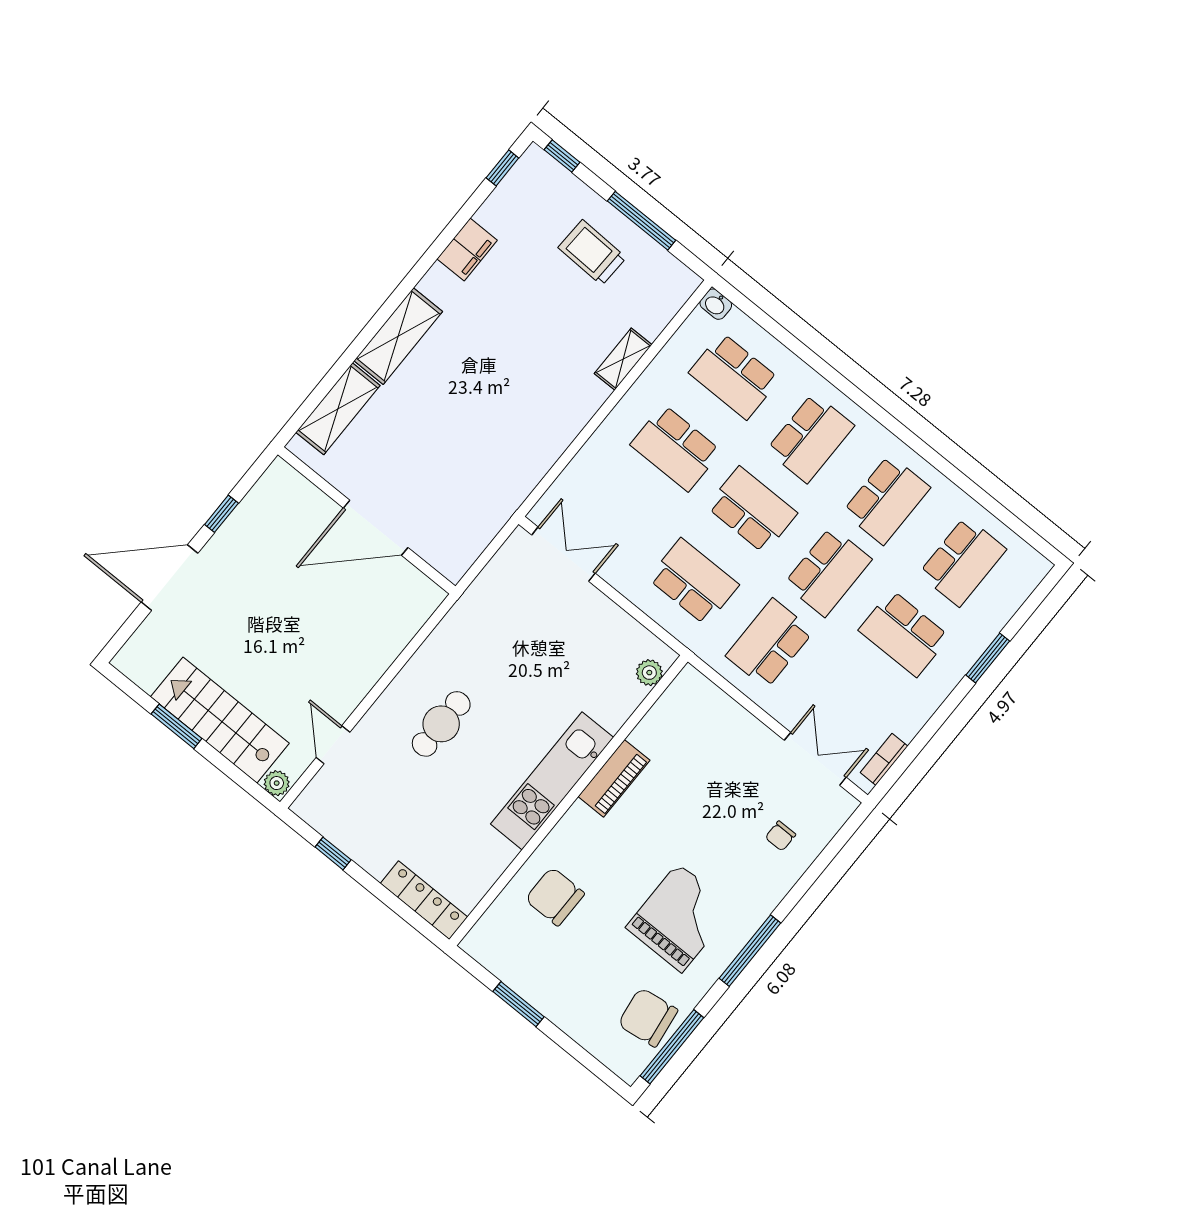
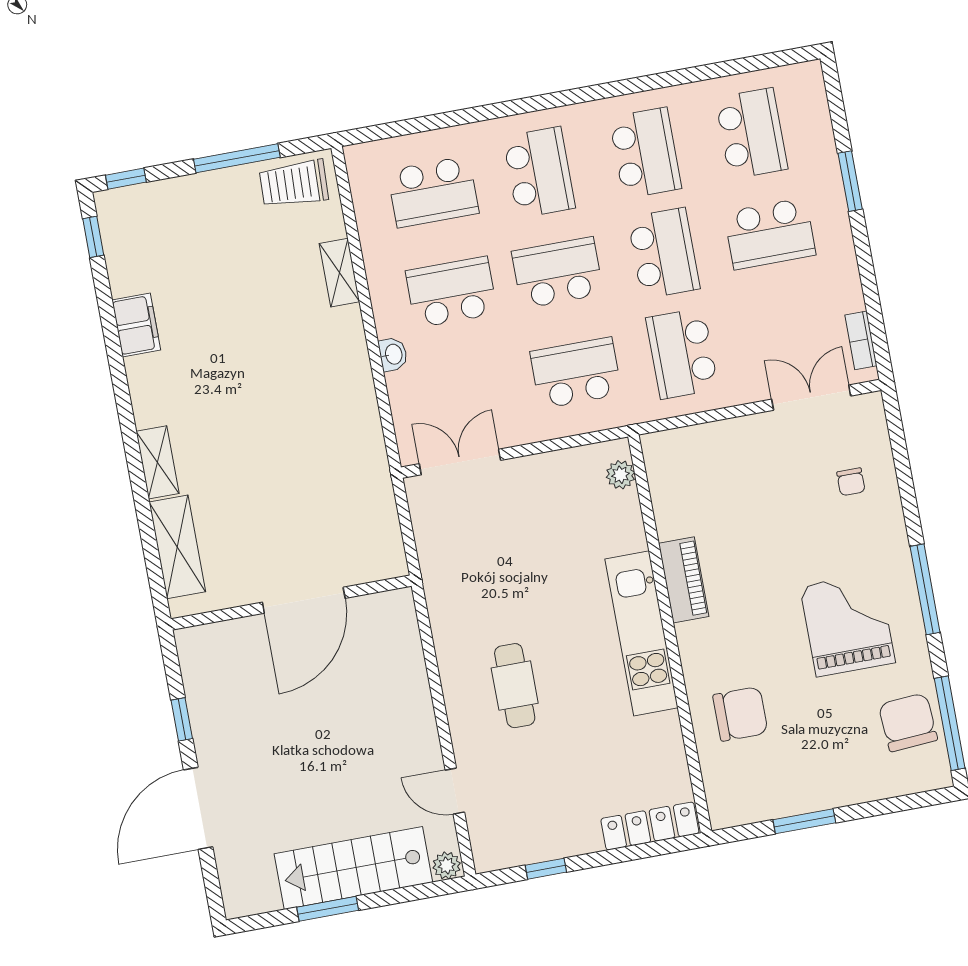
trolley: (592, 253) -> (294, 184), moved
washbasin: (716, 304) -> (393, 354), moved, turned -90
shelving: (398, 336) -> (157, 462), width x0.67, depth x0.75
school desk: (676, 448) -> (451, 292), turned 180
chair: (555, 897) -> (740, 714), turned 180
chair: (648, 1017) -> (908, 722), turned 94

